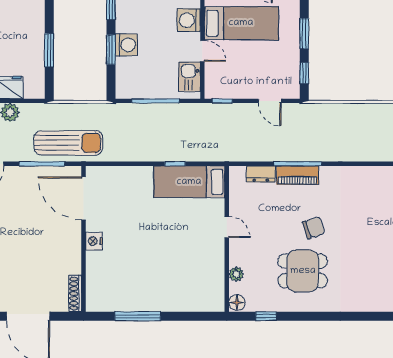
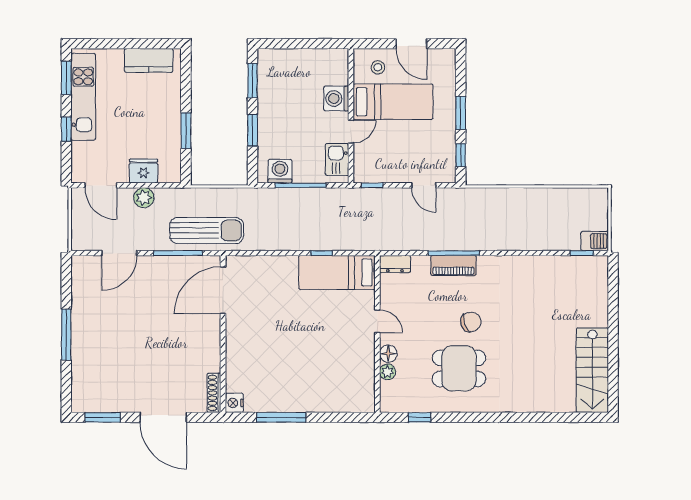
washing machine: (126, 45) -> (280, 171), moved, turned -90
door: (202, 51) -> (351, 132), hinge flipped
dresser: (261, 174) -> (395, 264), moved
door: (84, 198) -> (223, 290), hinge flipped
nightstand: (94, 241) -> (234, 403), moved
floor lamp: (237, 303) -> (388, 354), moved

